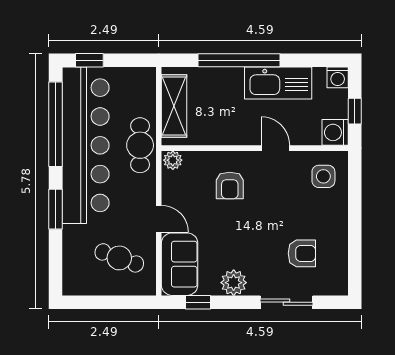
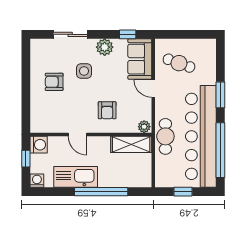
window: (89, 60) -> (183, 192), moved
shelving: (174, 106) -> (131, 144), moved, turned 90
side table: (323, 176) -> (84, 71), moved
armchair: (230, 185) -> (107, 110), turned 180
armchair: (302, 253) -> (54, 82), moved

